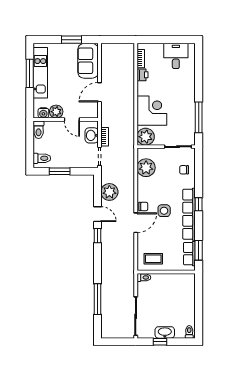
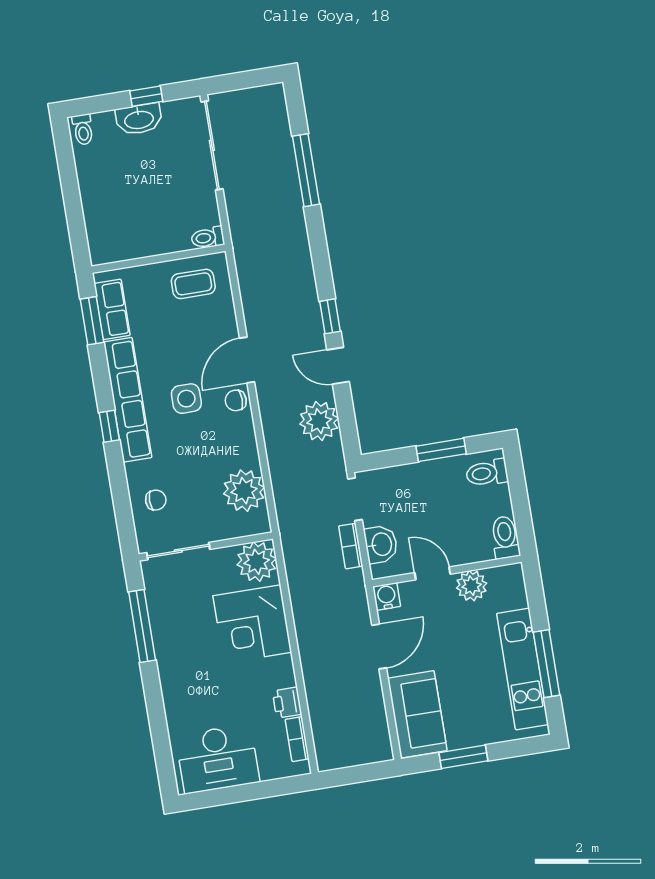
desk: (176, 56) -> (218, 759), width x1.37
water cooler: (43, 113) -> (387, 596), moved

